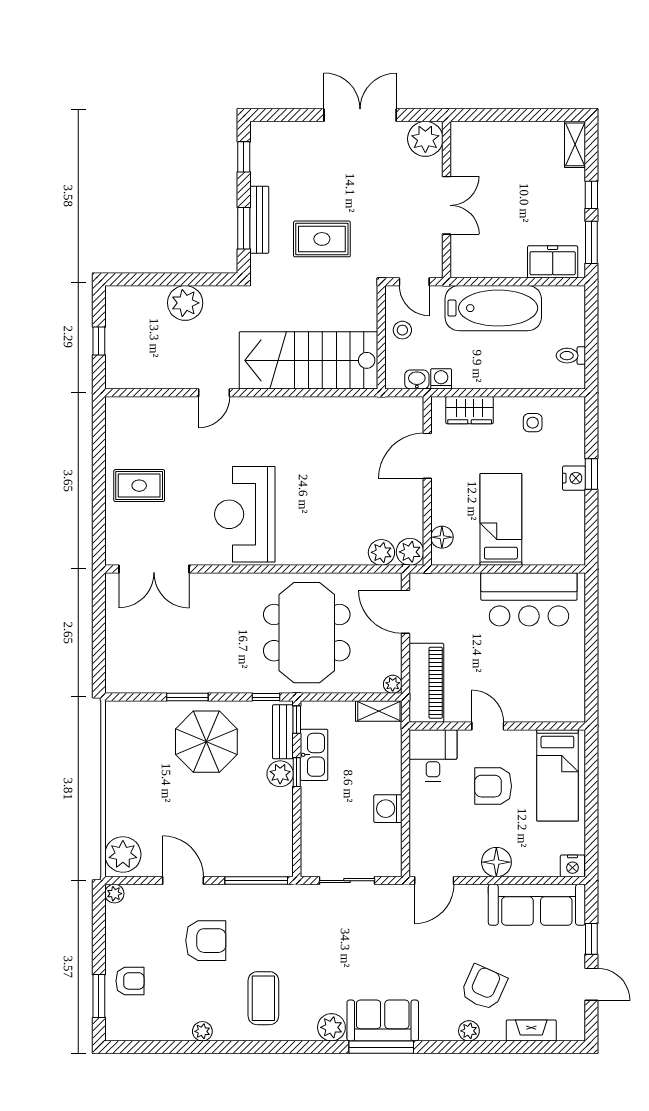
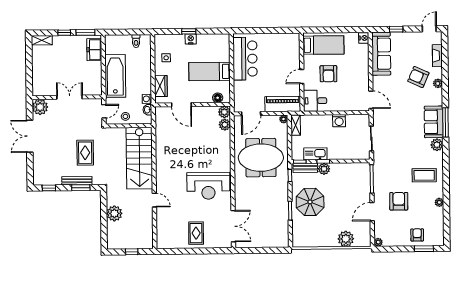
plant: (123, 854) -> (346, 239), moved
floor lamp: (496, 862) -> (362, 72), removed
door: (591, 984) -> (429, 29), moved

